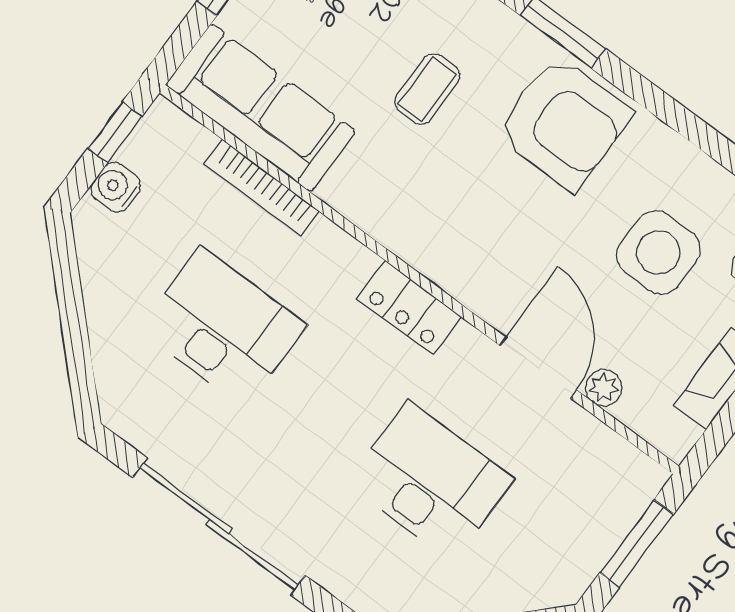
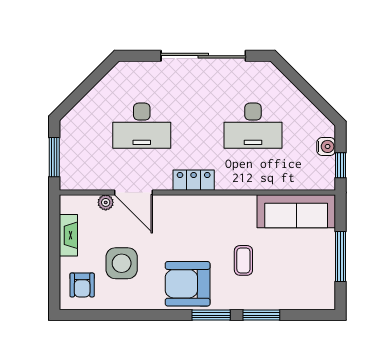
bookcase: (261, 187) -> (276, 184), removed

